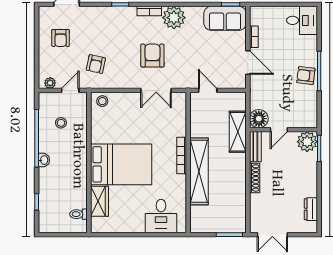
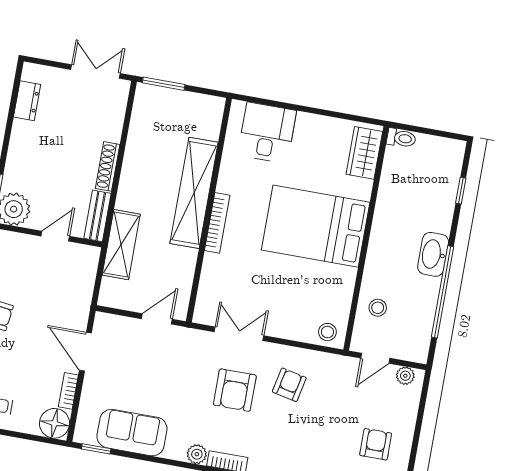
plant: (174, 18) -> (197, 454), width x0.53, depth x0.53
sofa: (225, 18) -> (132, 433), moved
armchair: (96, 64) -> (289, 385), moved
door: (208, 90) -> (157, 319), swing flipped
floor lamp: (259, 119) -> (54, 423), moved
stool: (61, 123) -> (378, 308), moved
washbasin: (44, 160) -> (433, 254), width x1.91, depth x1.45
wardrobe: (100, 201) -> (364, 153), moved
toilet: (79, 214) -> (401, 138), moved

